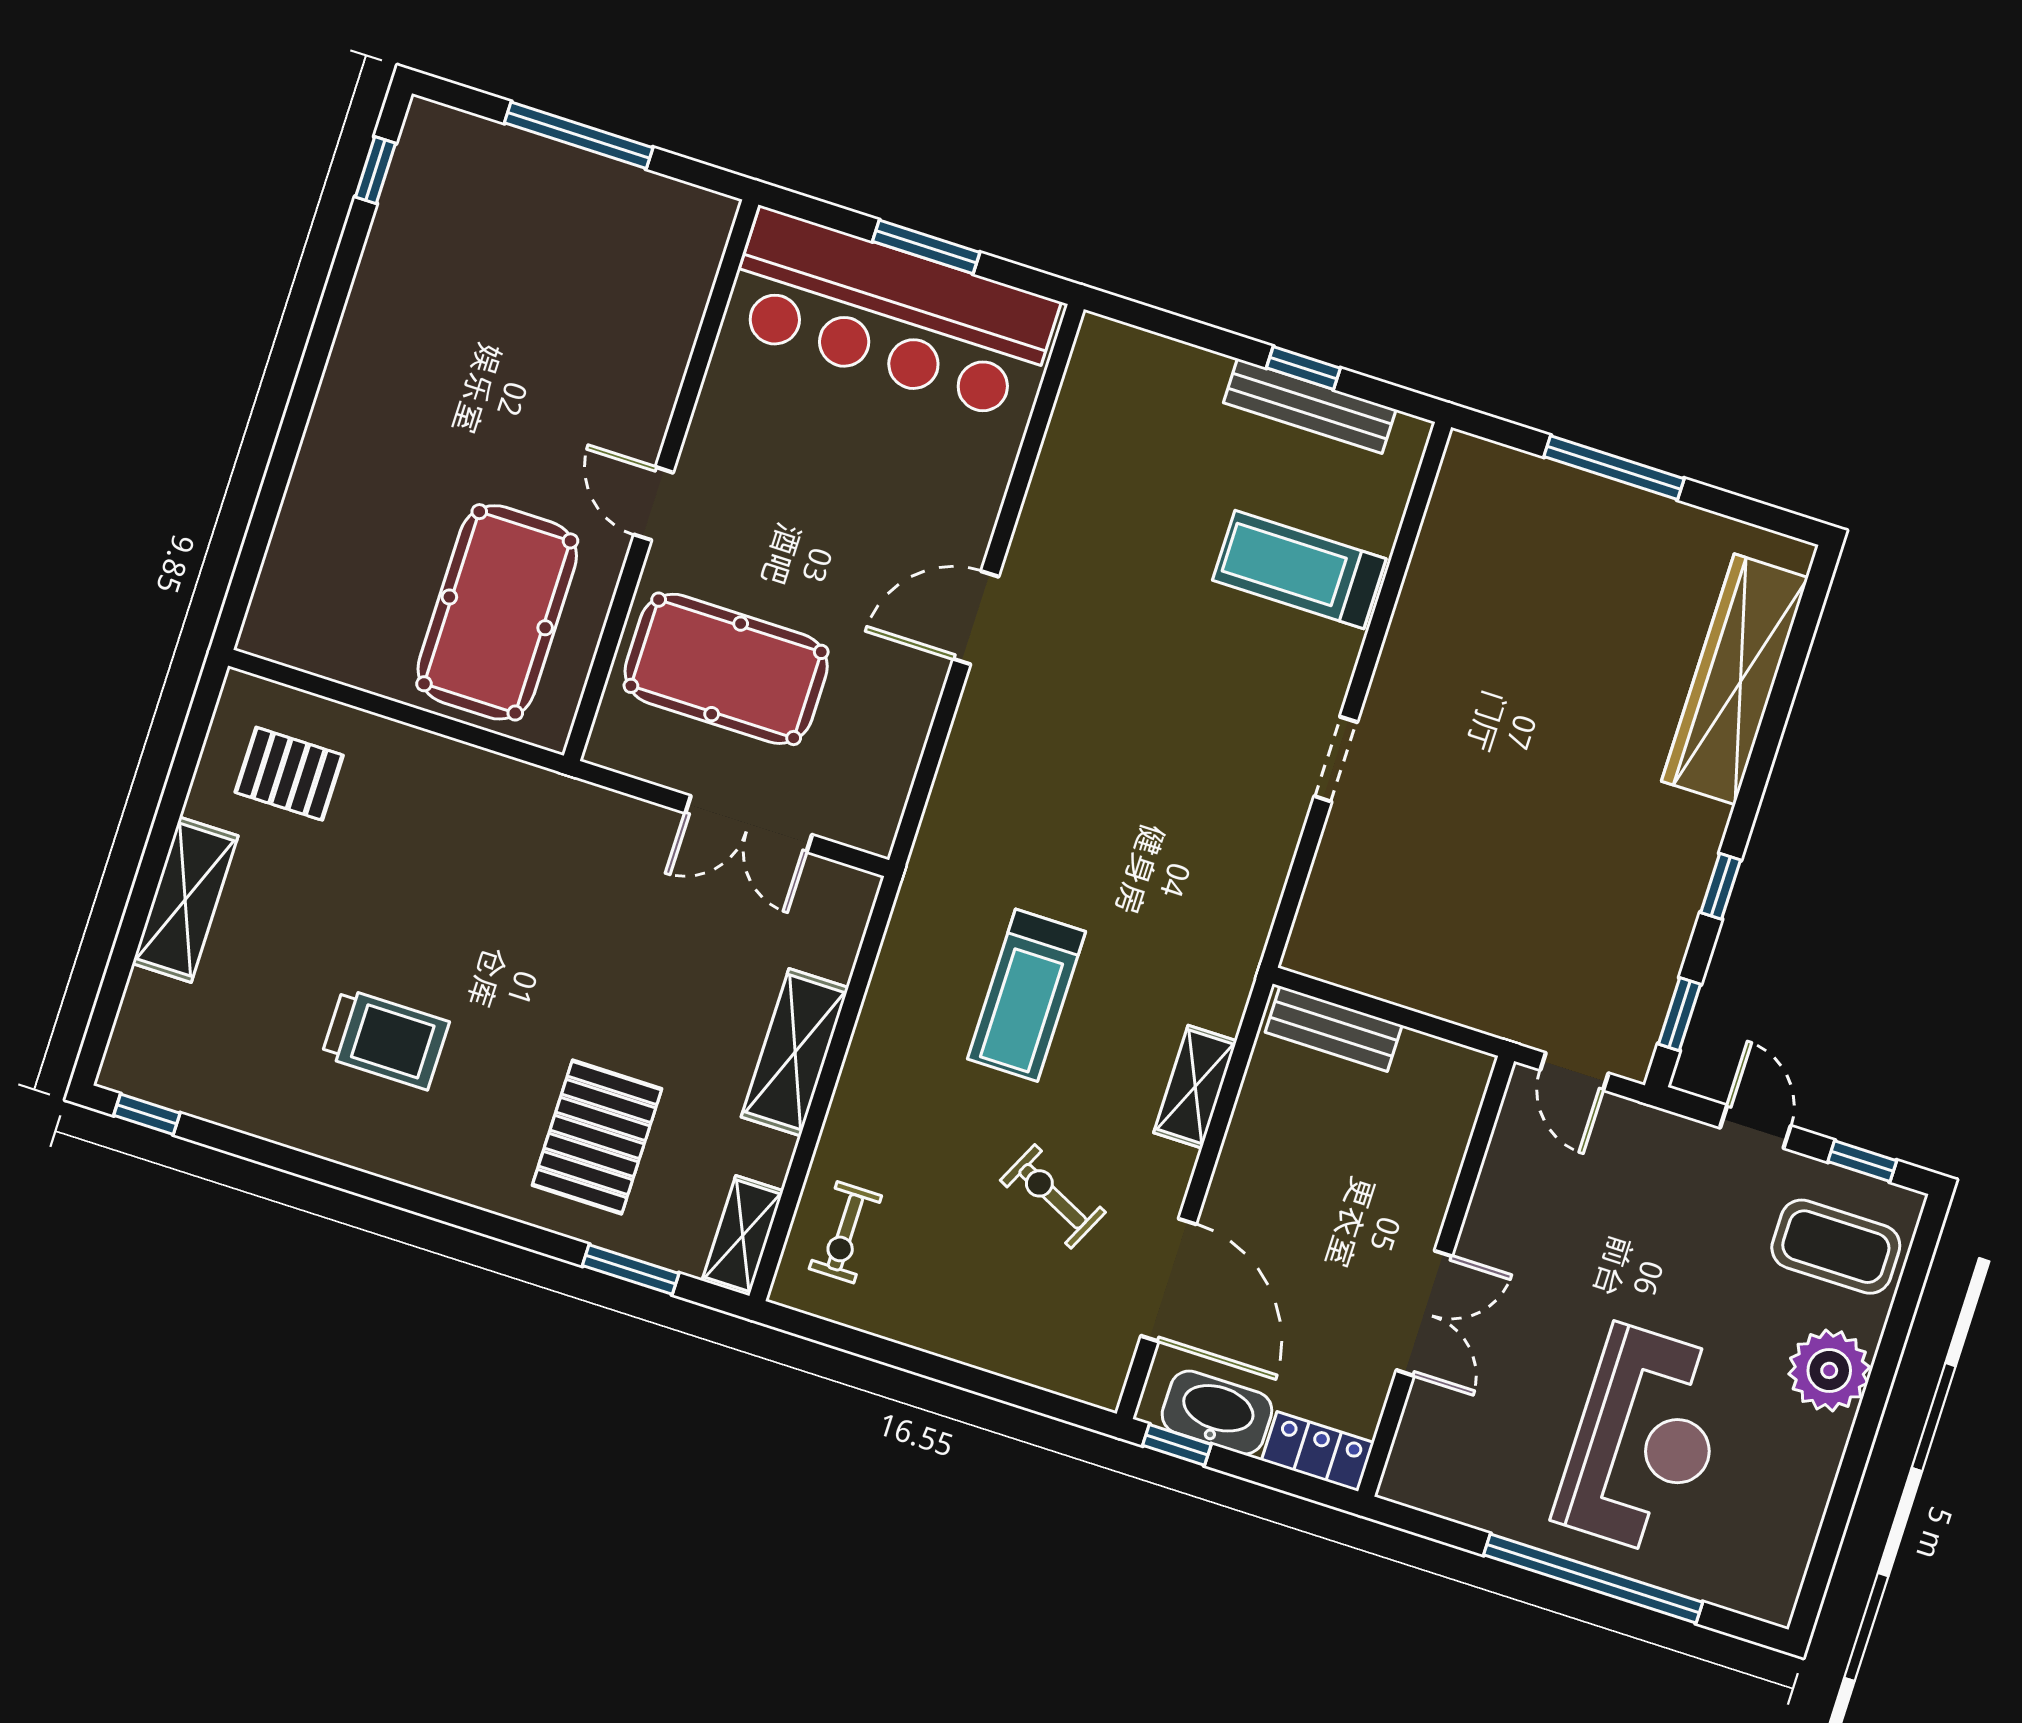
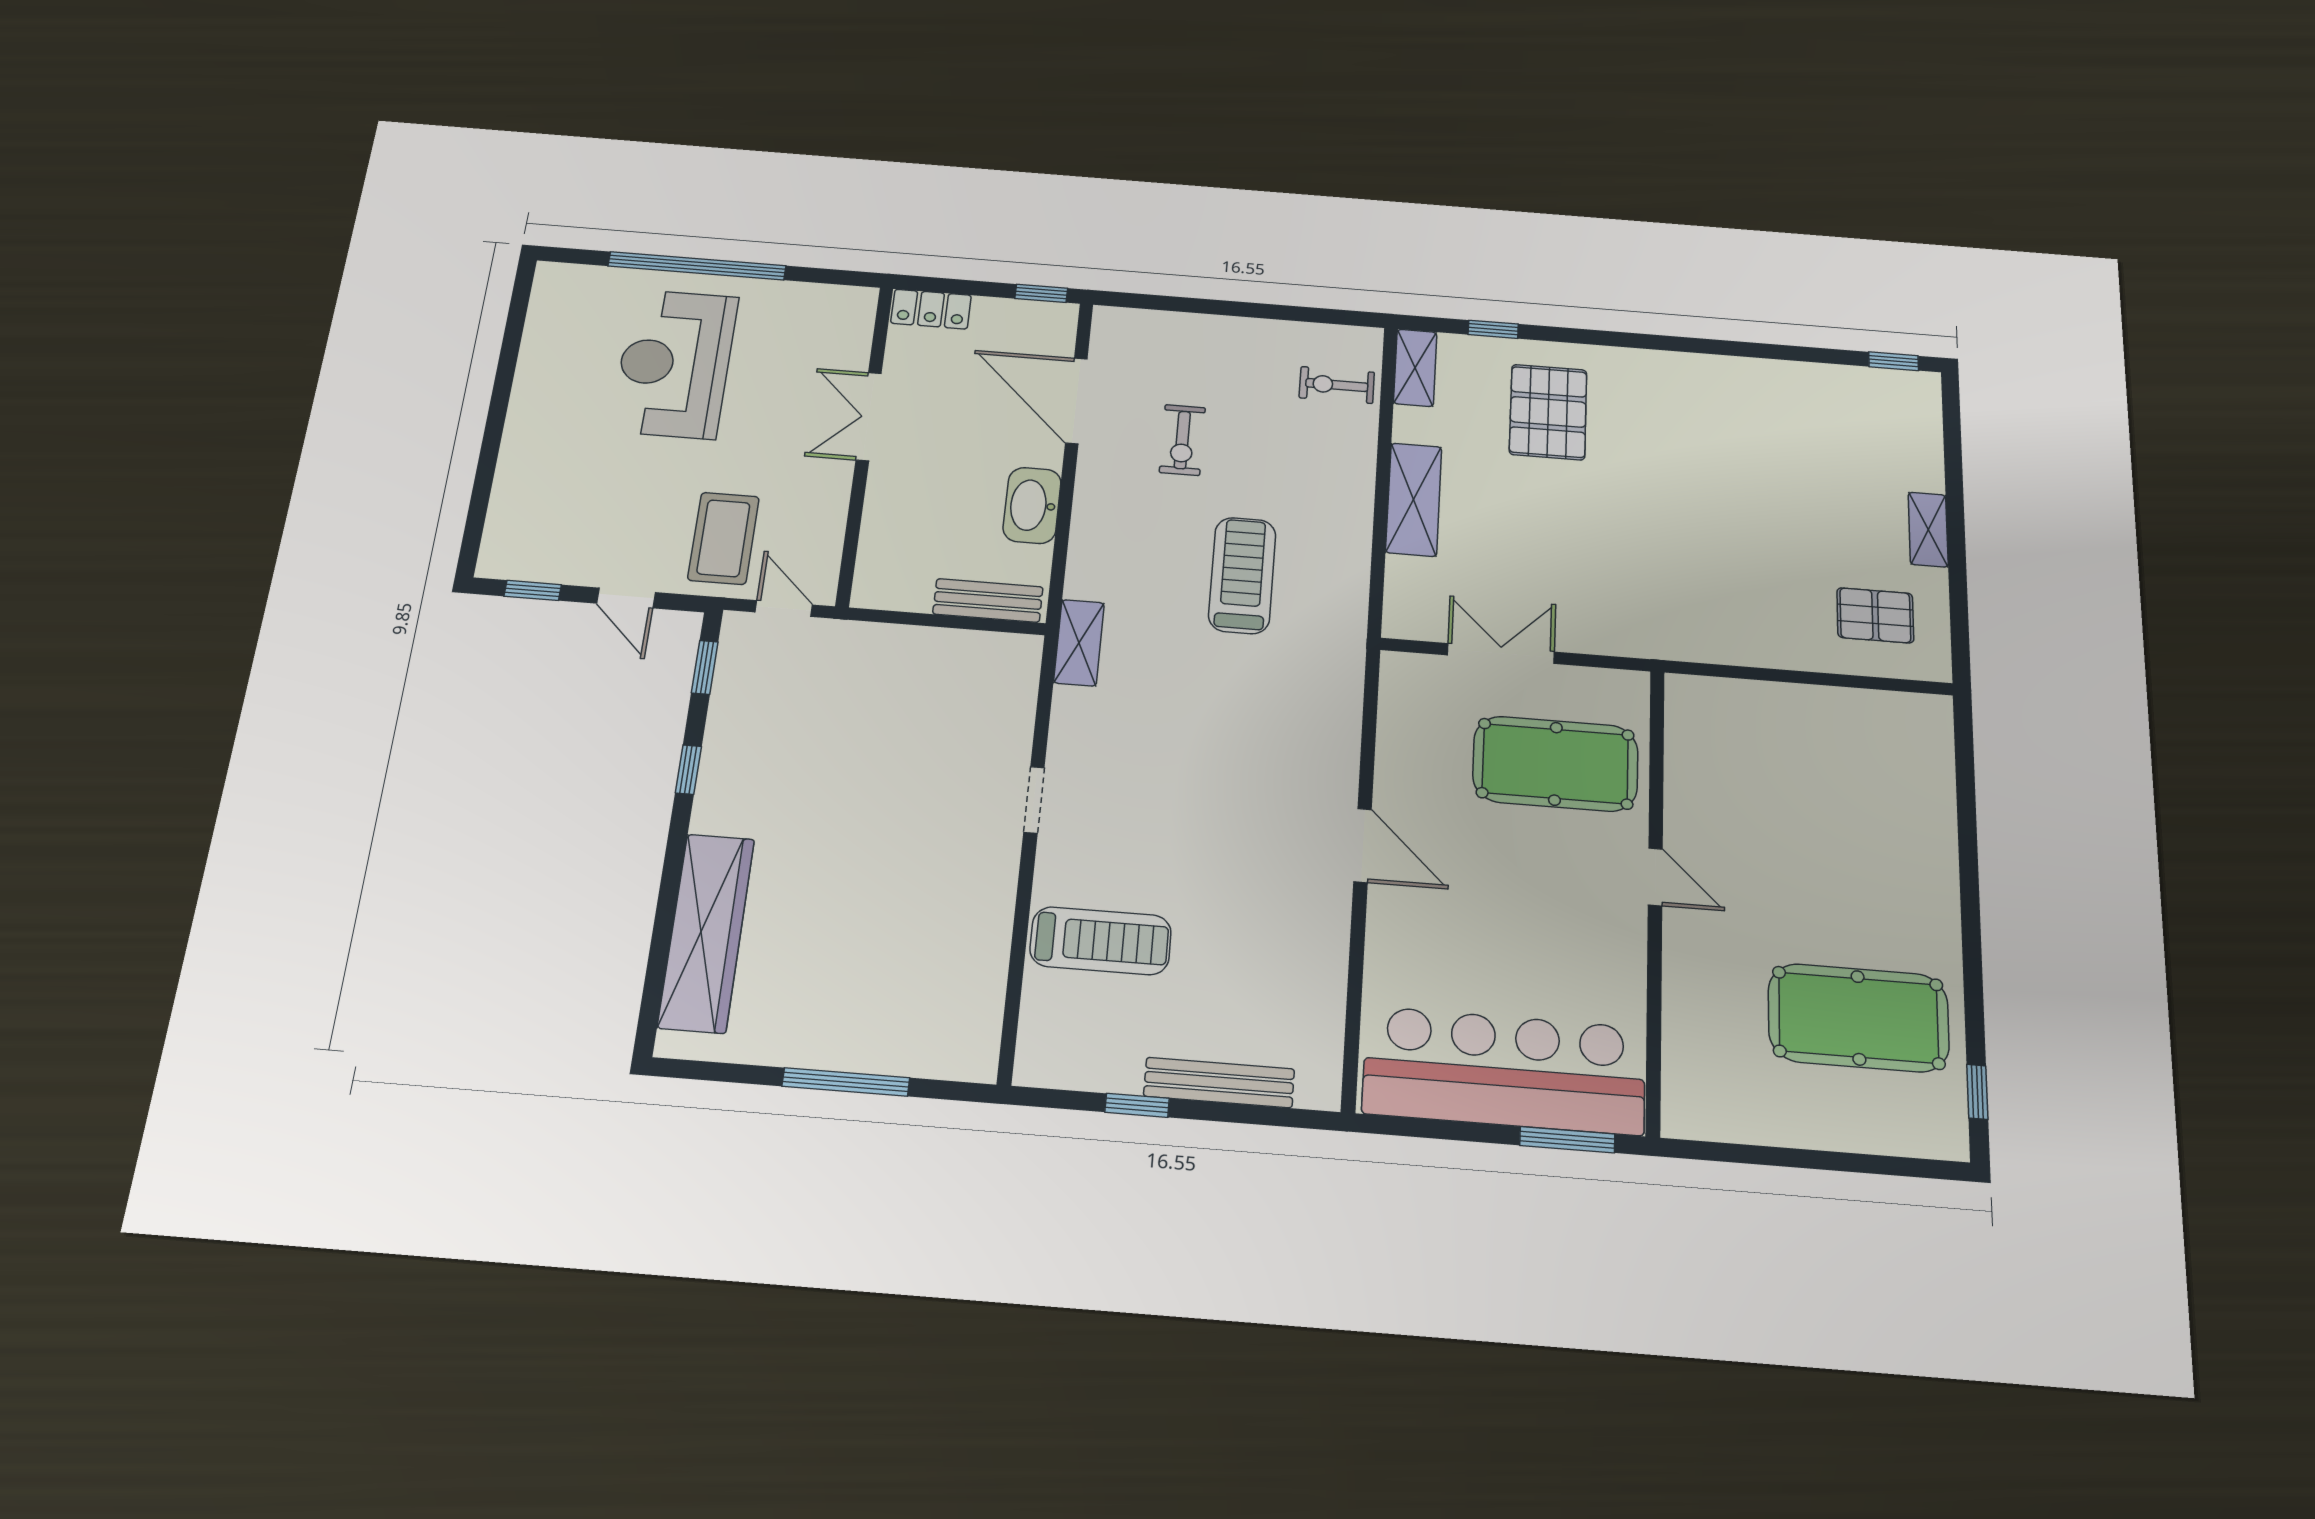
window: (579, 135) -> (1817, 1160), removed
window: (926, 247) -> (1567, 1140), moved
bench: (1310, 406) -> (1219, 1083), moved
pool table: (497, 612) -> (1858, 1018), moved, turned 90
door: (976, 618) -> (1363, 845), hinge flipped
shelving: (185, 900) -> (1928, 530), width x0.67, depth x0.75
trolley: (385, 1039) -> (1733, 446), removed
shelving: (1195, 1087) -> (1079, 643), moved
exercise bike: (1053, 1196) -> (1182, 440), turned 64
exercise bike: (845, 1232) -> (1337, 385), turned -90
coffee table: (1836, 1247) -> (723, 538), moved, turned 90
window: (631, 1269) -> (1493, 329), width x0.67
plant: (1829, 1370) -> (535, 439), removed
washbasin: (1217, 1413) -> (1032, 505), moved, turned 90

